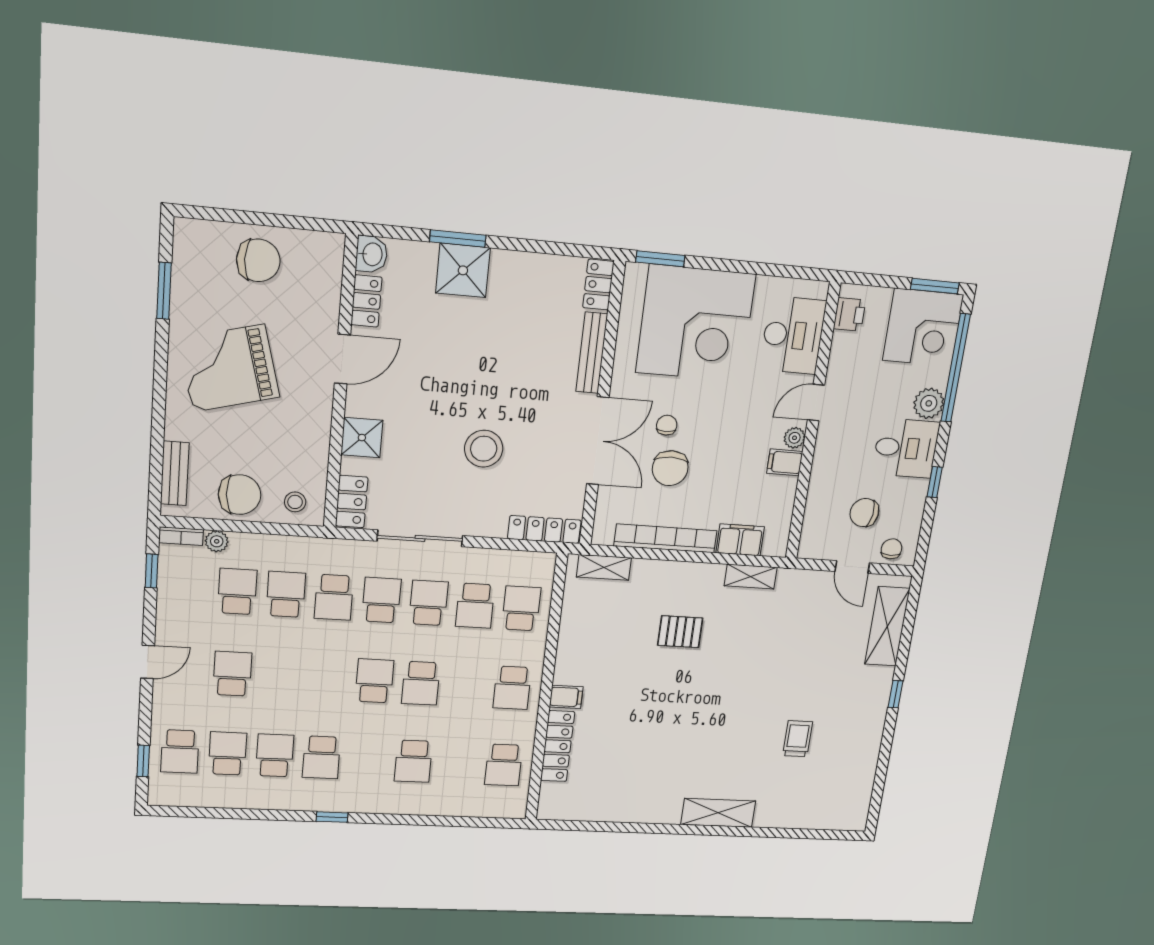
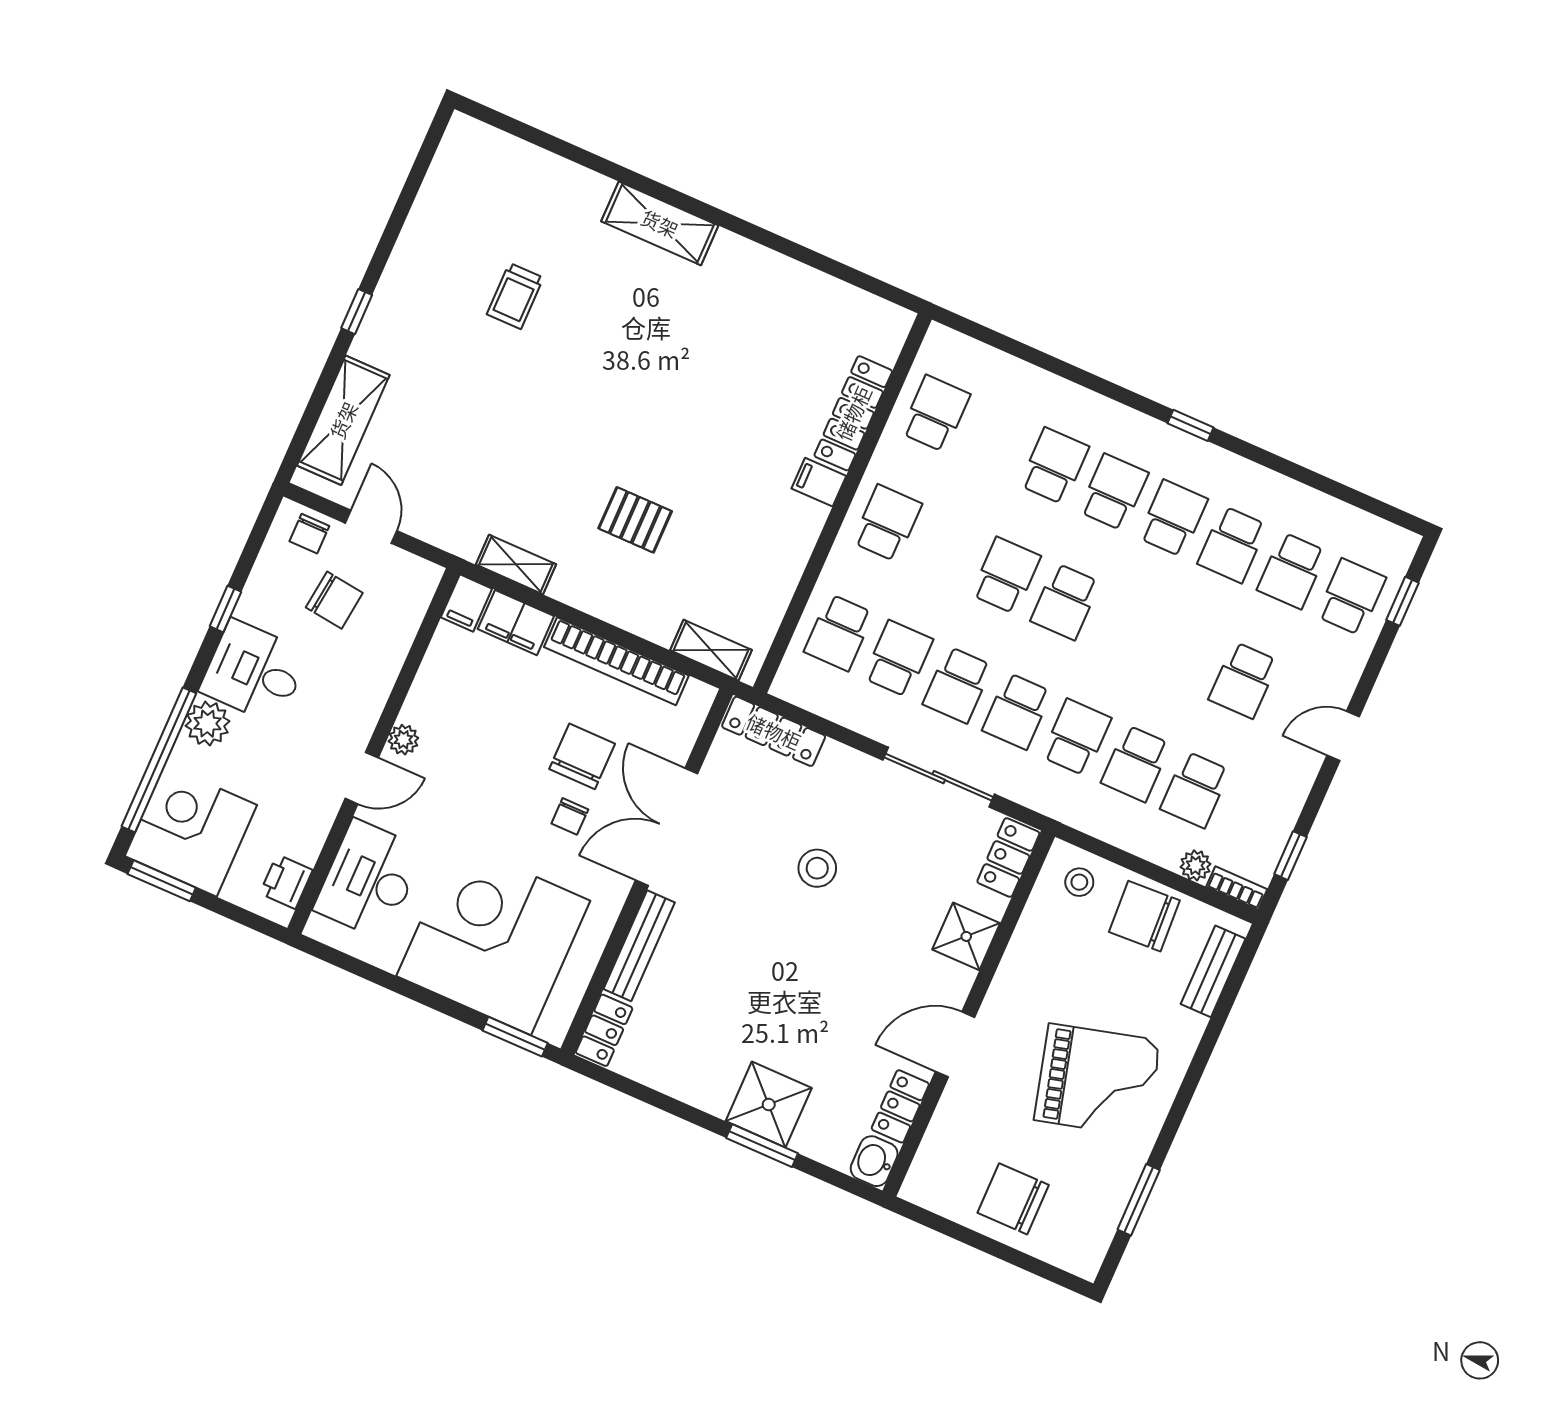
stool: (484, 449) -> (817, 868), width x0.73, depth x0.73
filing cabinet: (785, 462) -> (466, 603), moved, turned 90
school desk: (368, 759) -> (1114, 492), added

